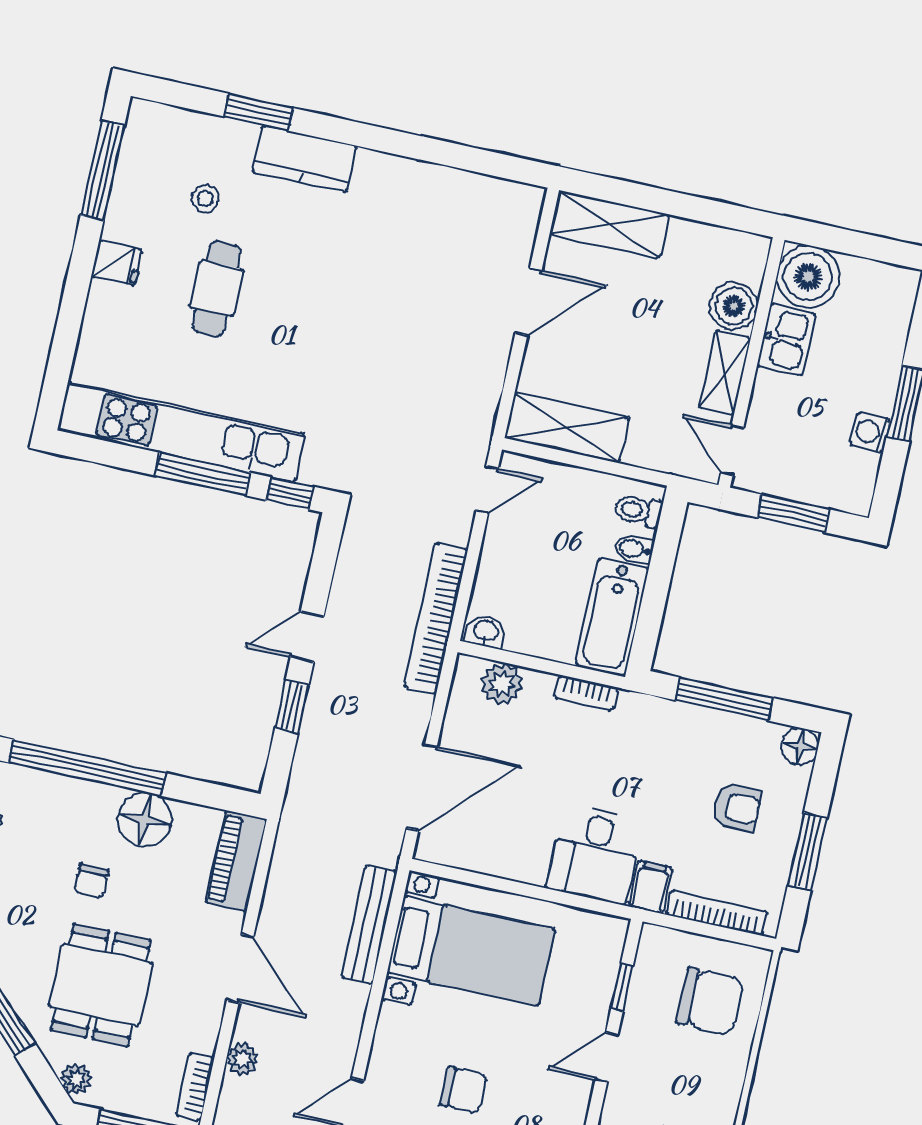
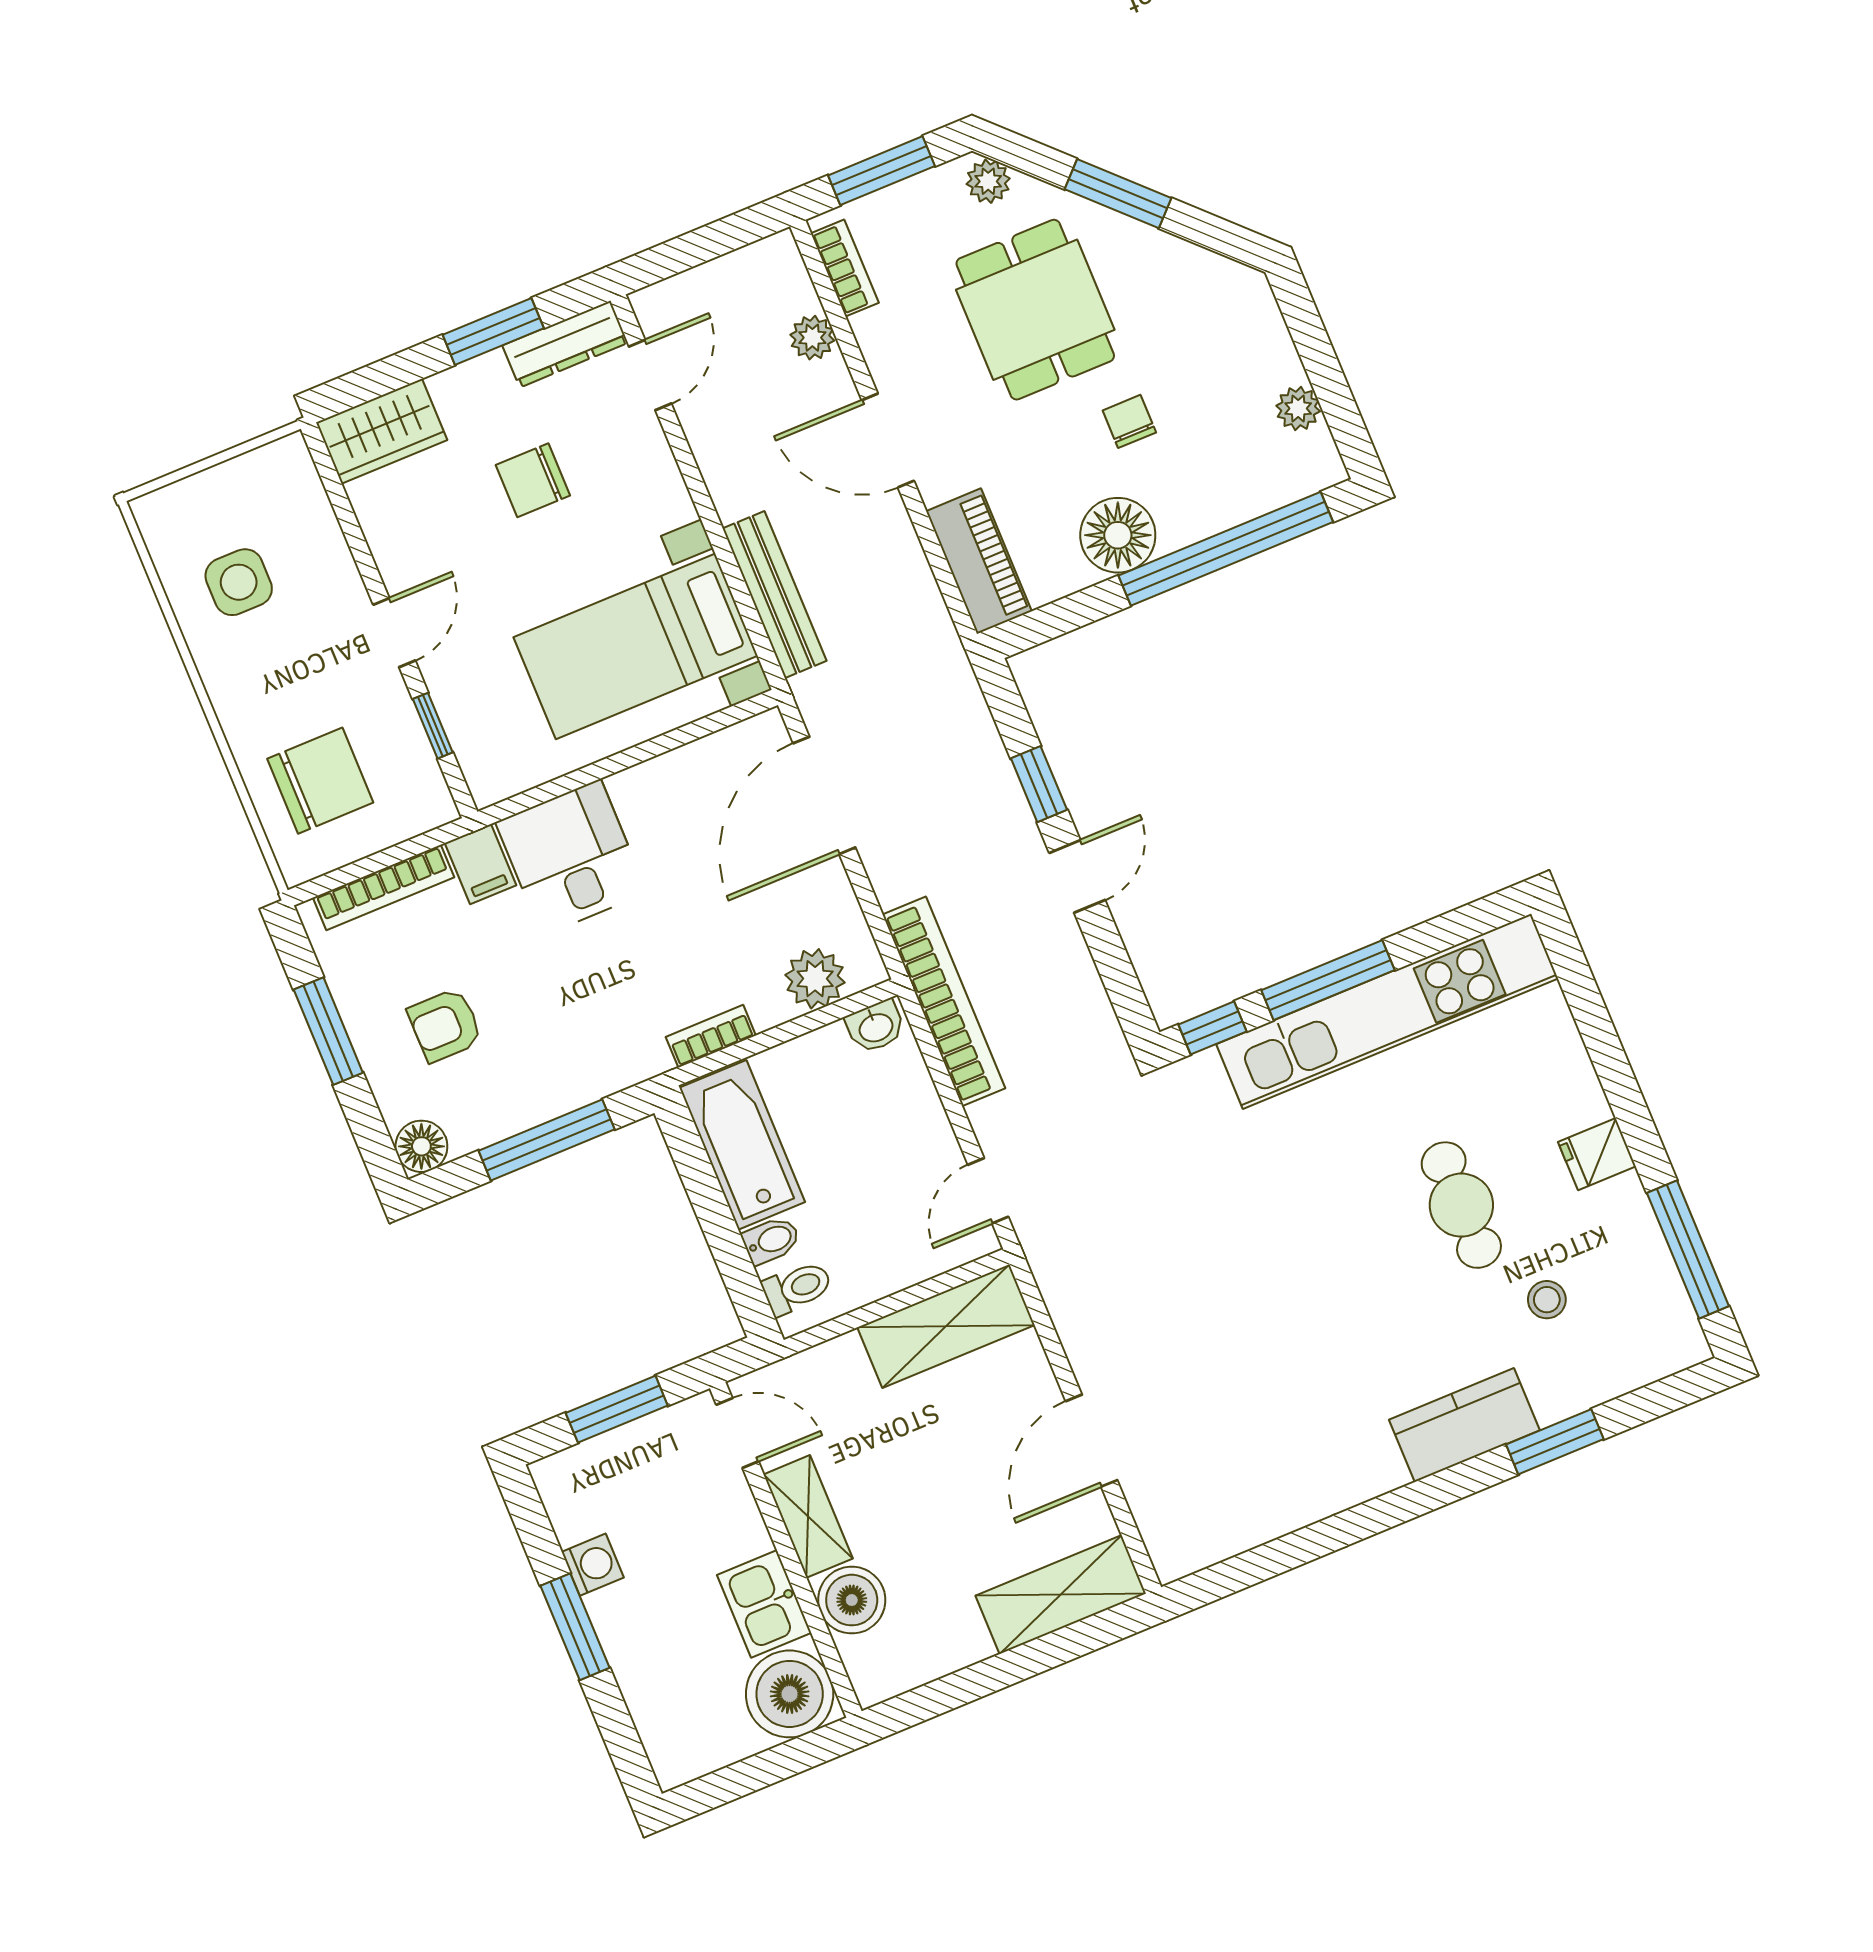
chair: (710, 1001) -> (320, 781), turned 180

